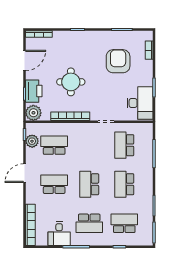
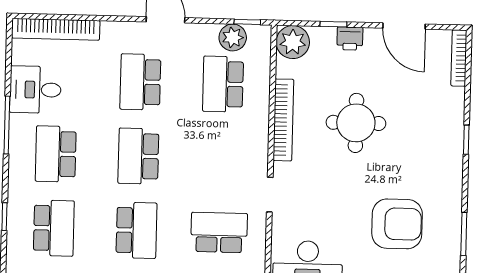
printer: (34, 91) -> (350, 39), width x0.53, depth x0.68
school desk: (54, 145) -> (223, 84), turned 180
school desk: (54, 184) -> (140, 82), turned 180
school desk: (89, 184) -> (138, 156), turned -90
school desk: (124, 184) -> (136, 230), turned 90

